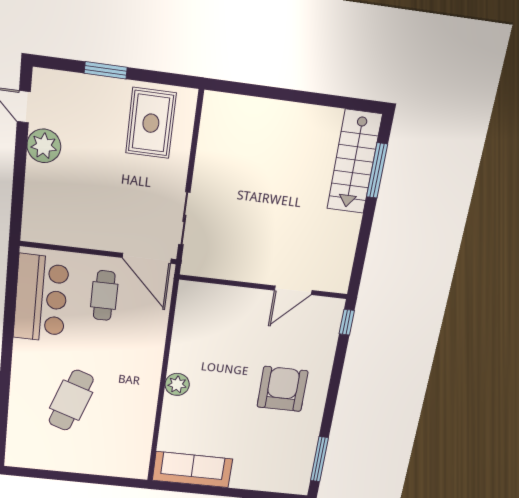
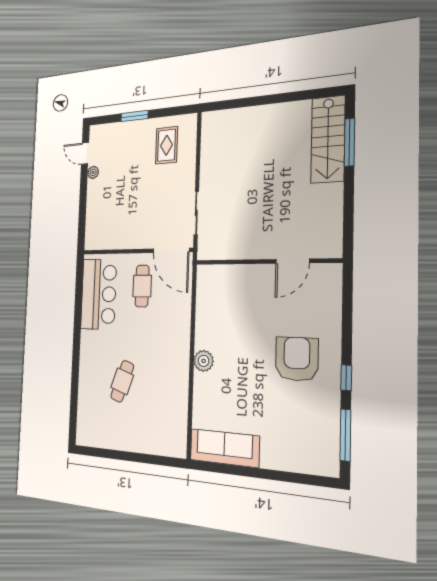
rug: (151, 123) -> (166, 145), width x0.73, depth x0.70
plant: (44, 146) -> (93, 172), width x0.53, depth x0.53
window: (347, 322) -> (346, 378), moved
cafe table: (71, 400) -> (122, 381), width x0.73, depth x0.74

